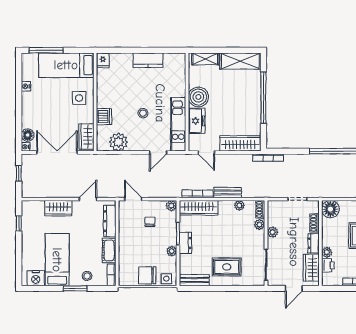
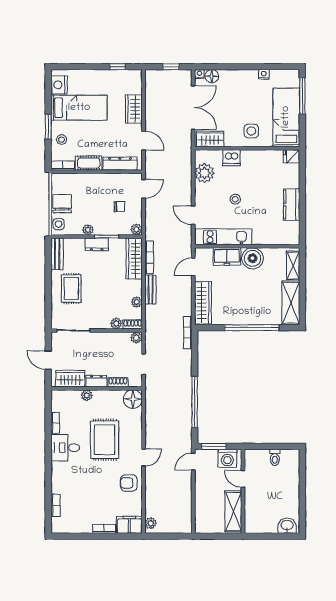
plant: (273, 232) -> (136, 338), moved
printer: (328, 265) -> (73, 396), removed

